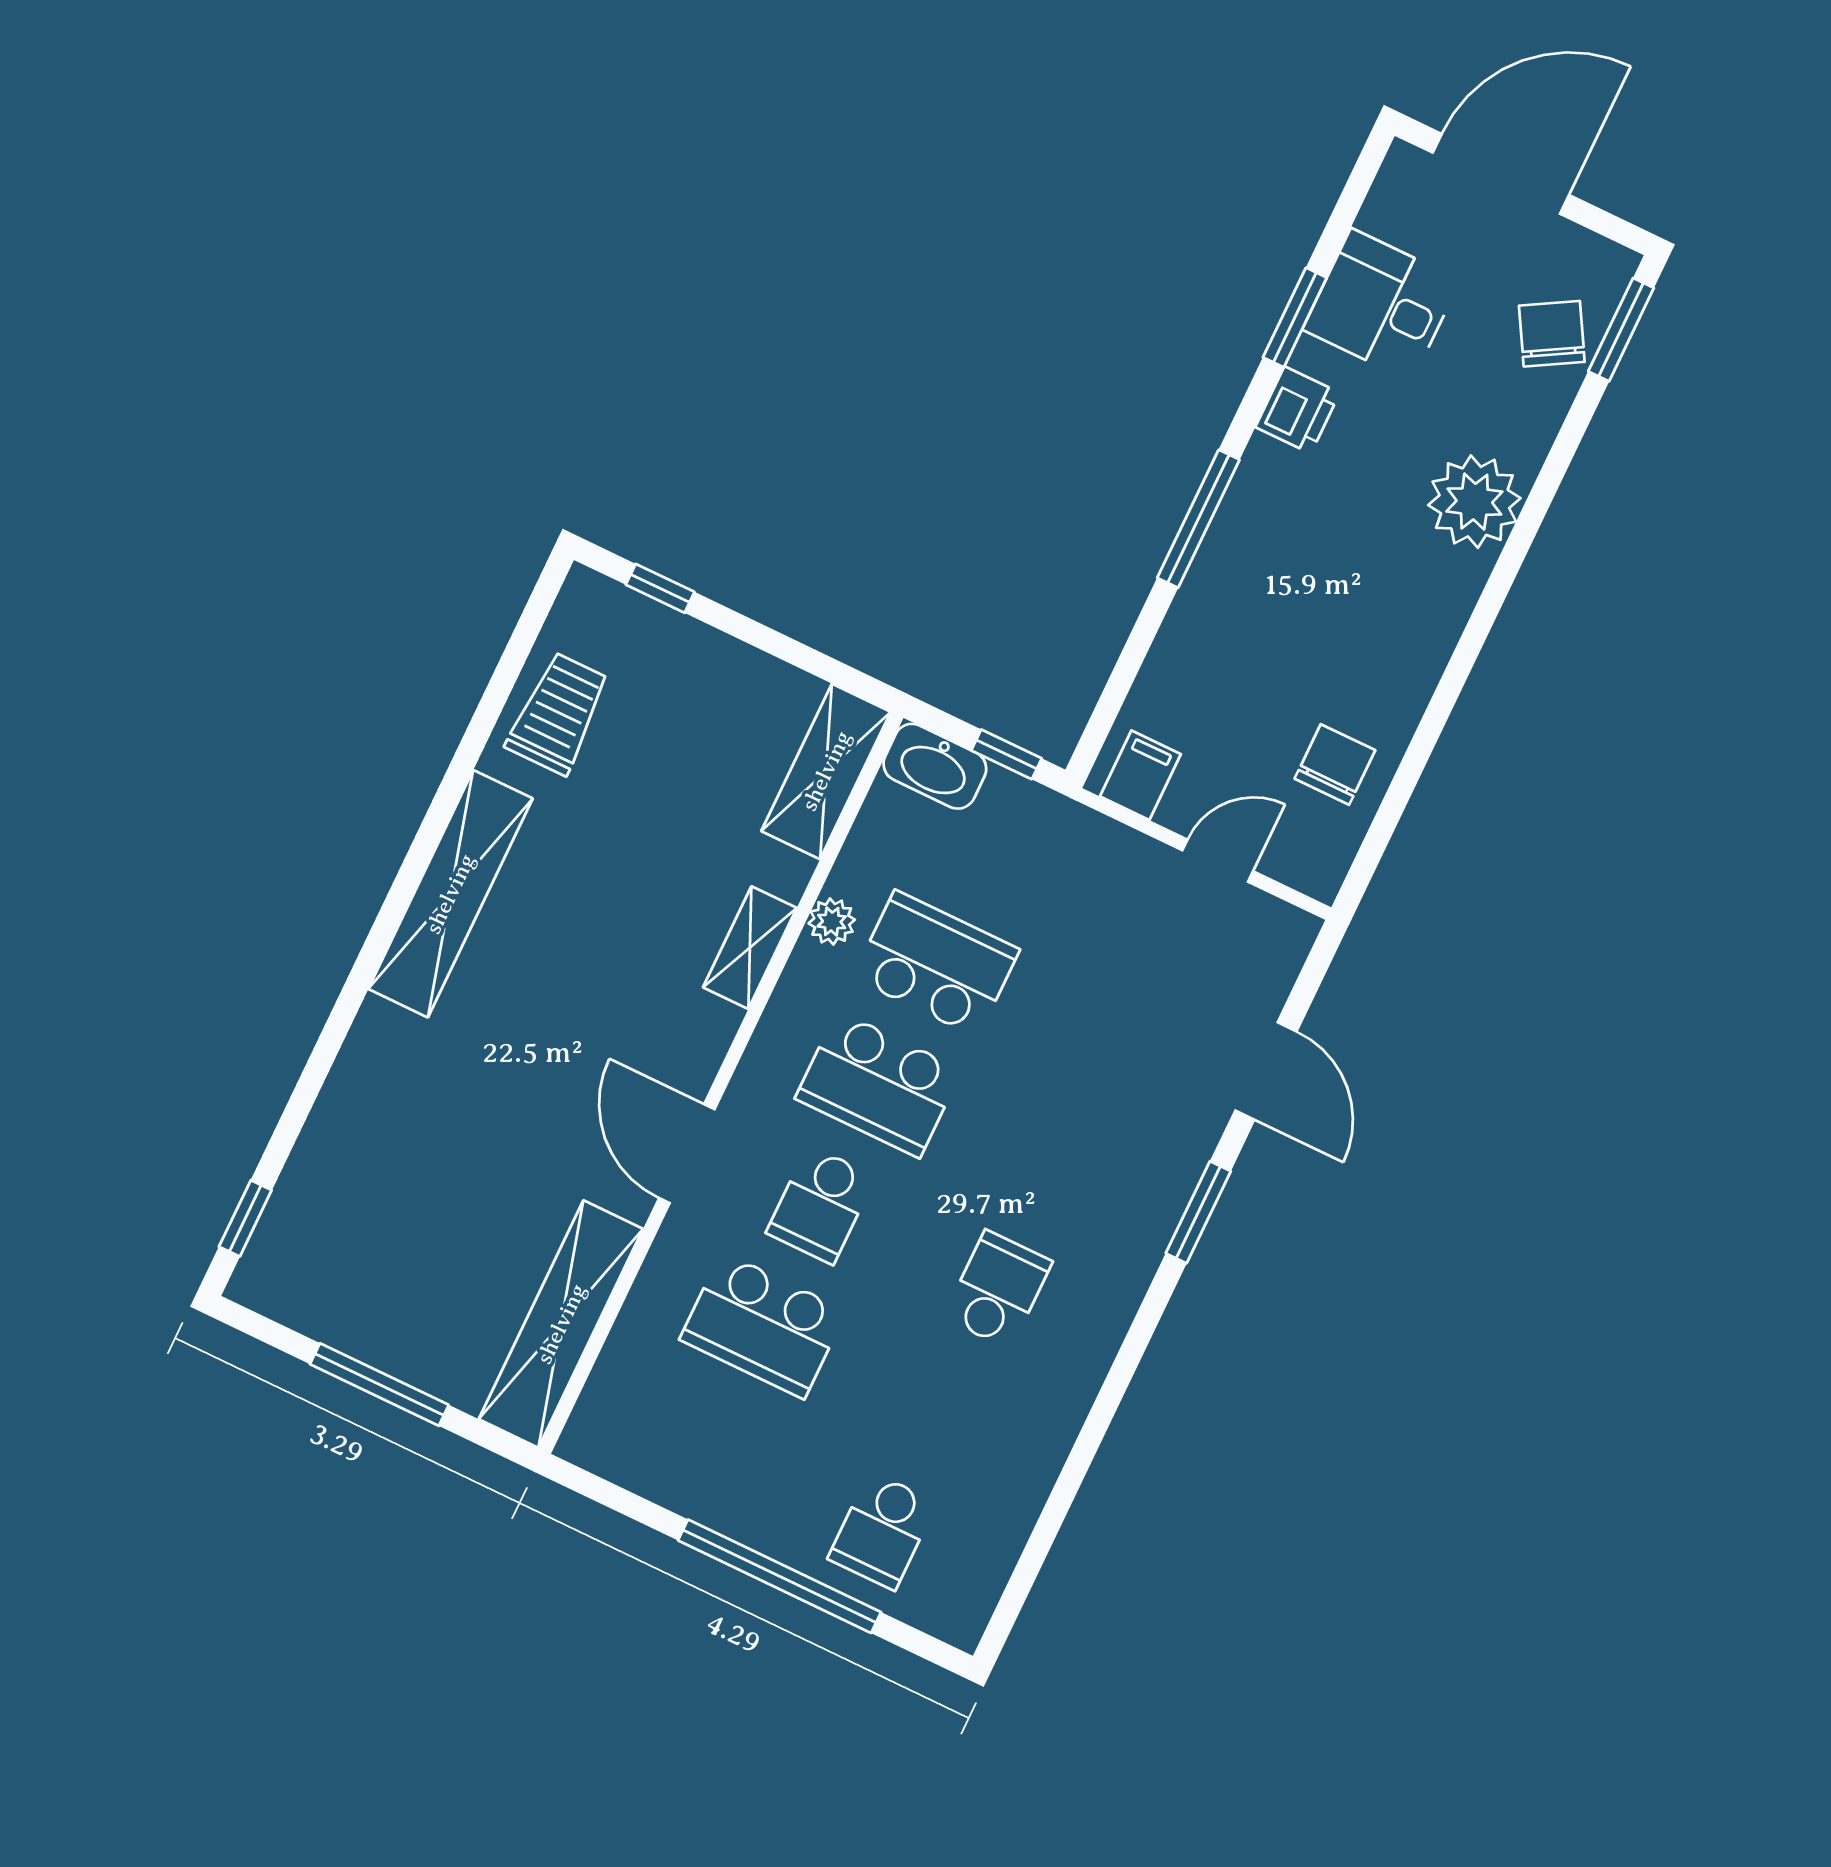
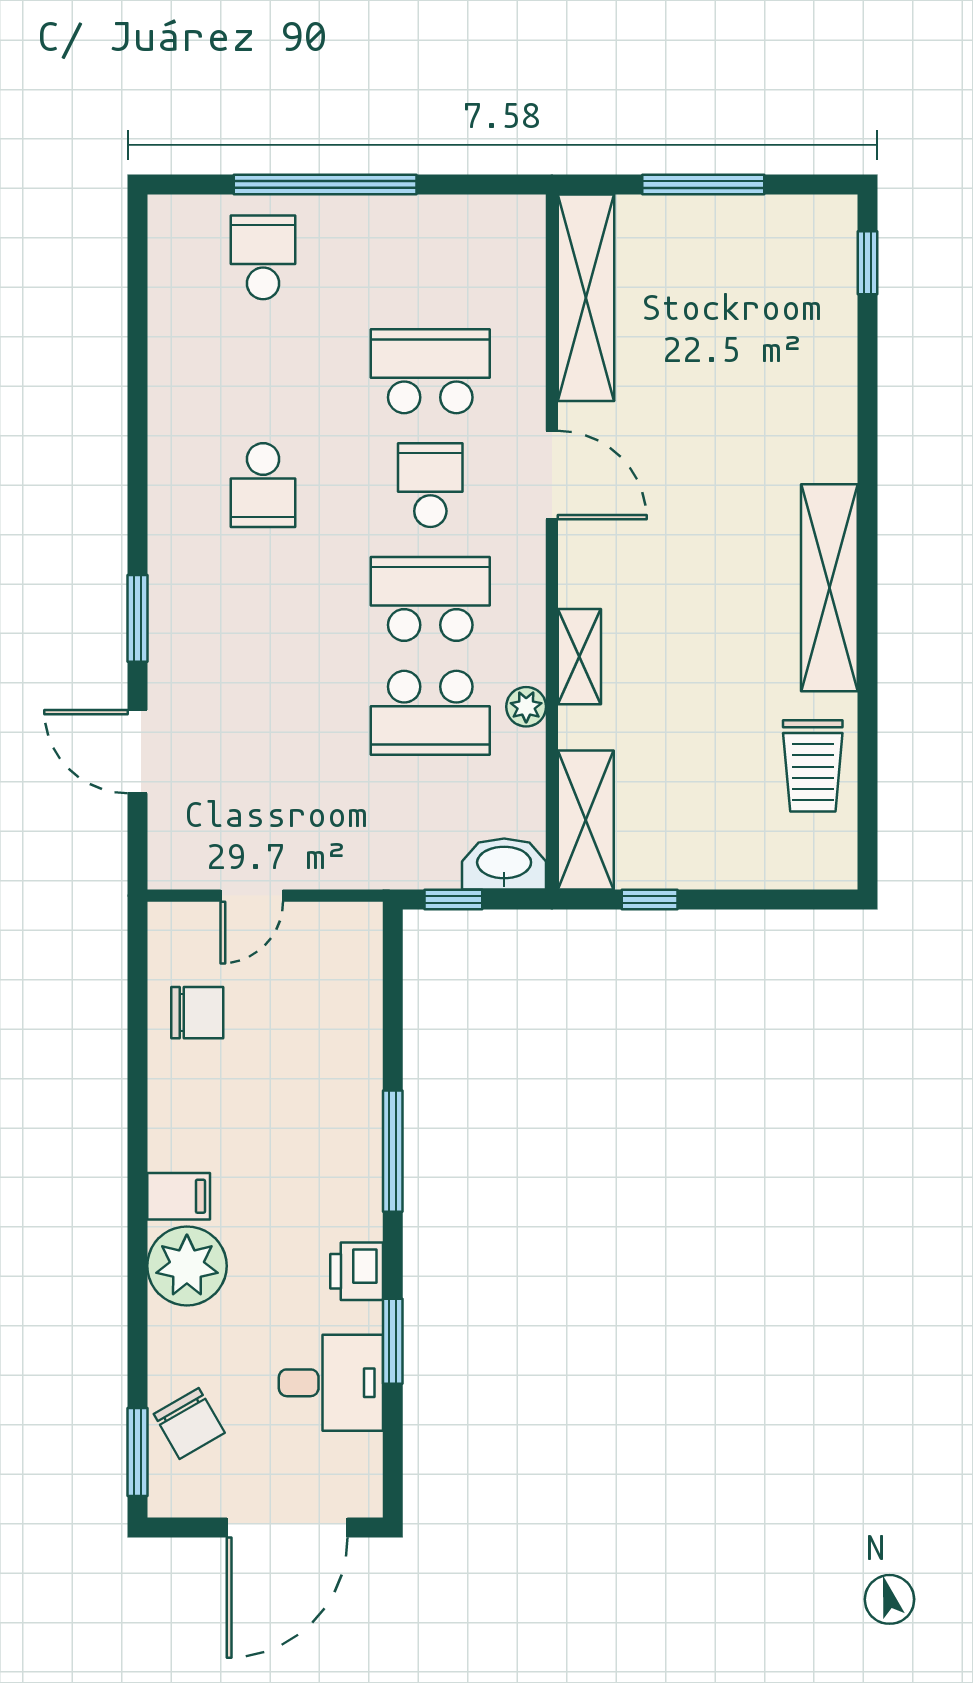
window: (660, 588) -> (650, 900), moved
chair: (1335, 764) -> (197, 1013), turned -90
filing cabinet: (1140, 775) -> (179, 1196), moved, turned -90

